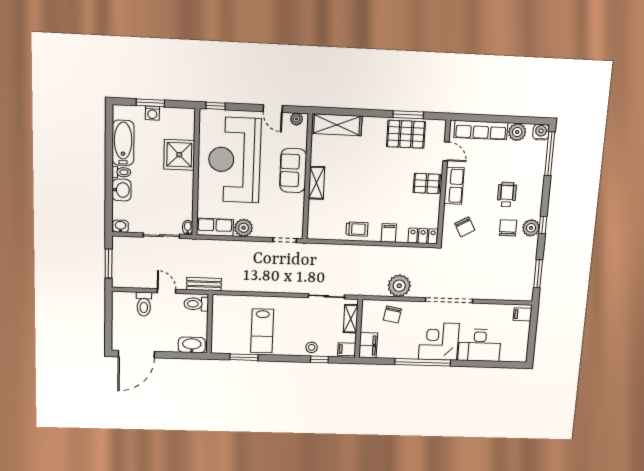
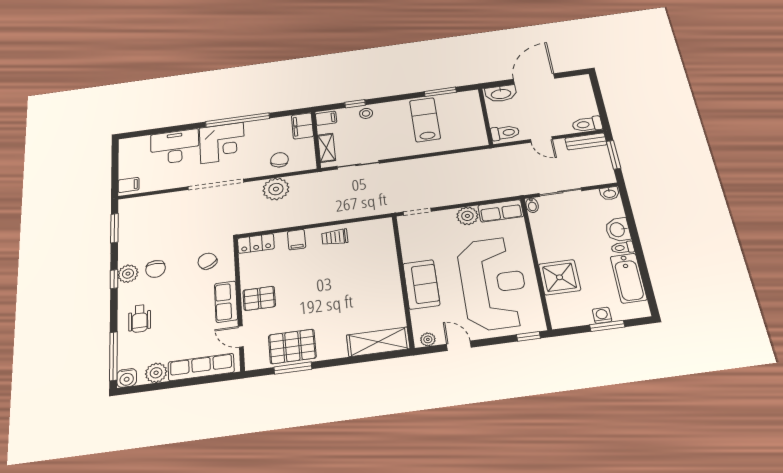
shelving: (316, 183) -> (391, 276), removed
wheelchair: (507, 194) -> (140, 319), moved
bench: (204, 284) -> (586, 141), moved
toilet: (144, 304) -> (587, 124), moved, turned -90
door: (136, 354) -> (534, 79), moved

